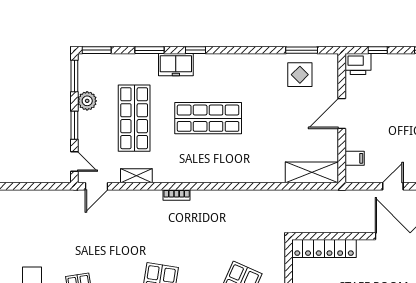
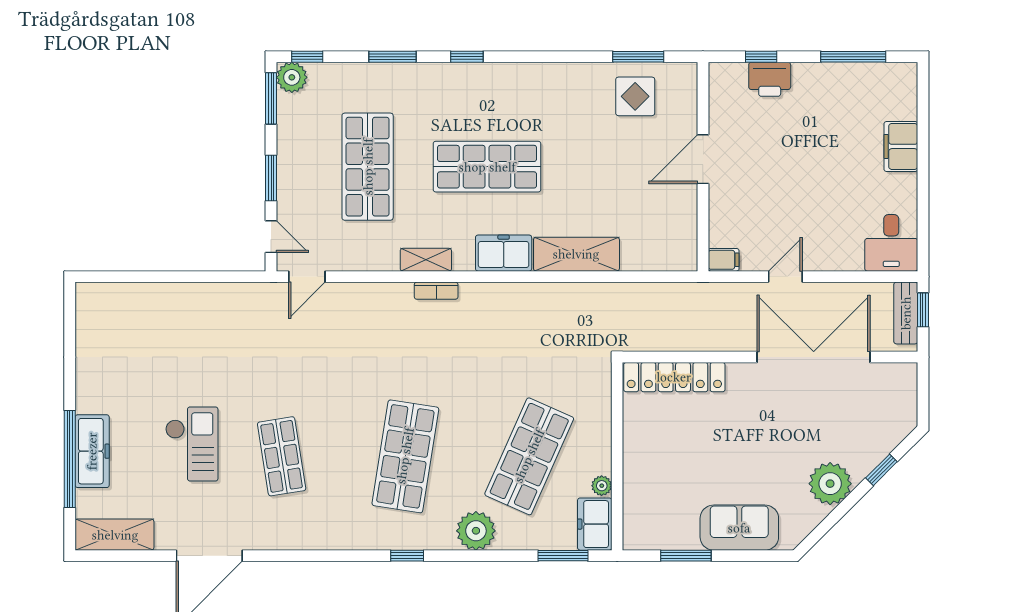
window: (97, 50) -> (307, 57), width x0.67
printer: (358, 64) -> (770, 79), moved
freezer: (176, 65) -> (504, 253), moved, turned 180
plant: (87, 101) -> (292, 77), moved
filing cabinet: (355, 158) -> (724, 260), moved
shelving: (312, 172) -> (576, 254), moved
shelving: (136, 176) -> (426, 260), moved

